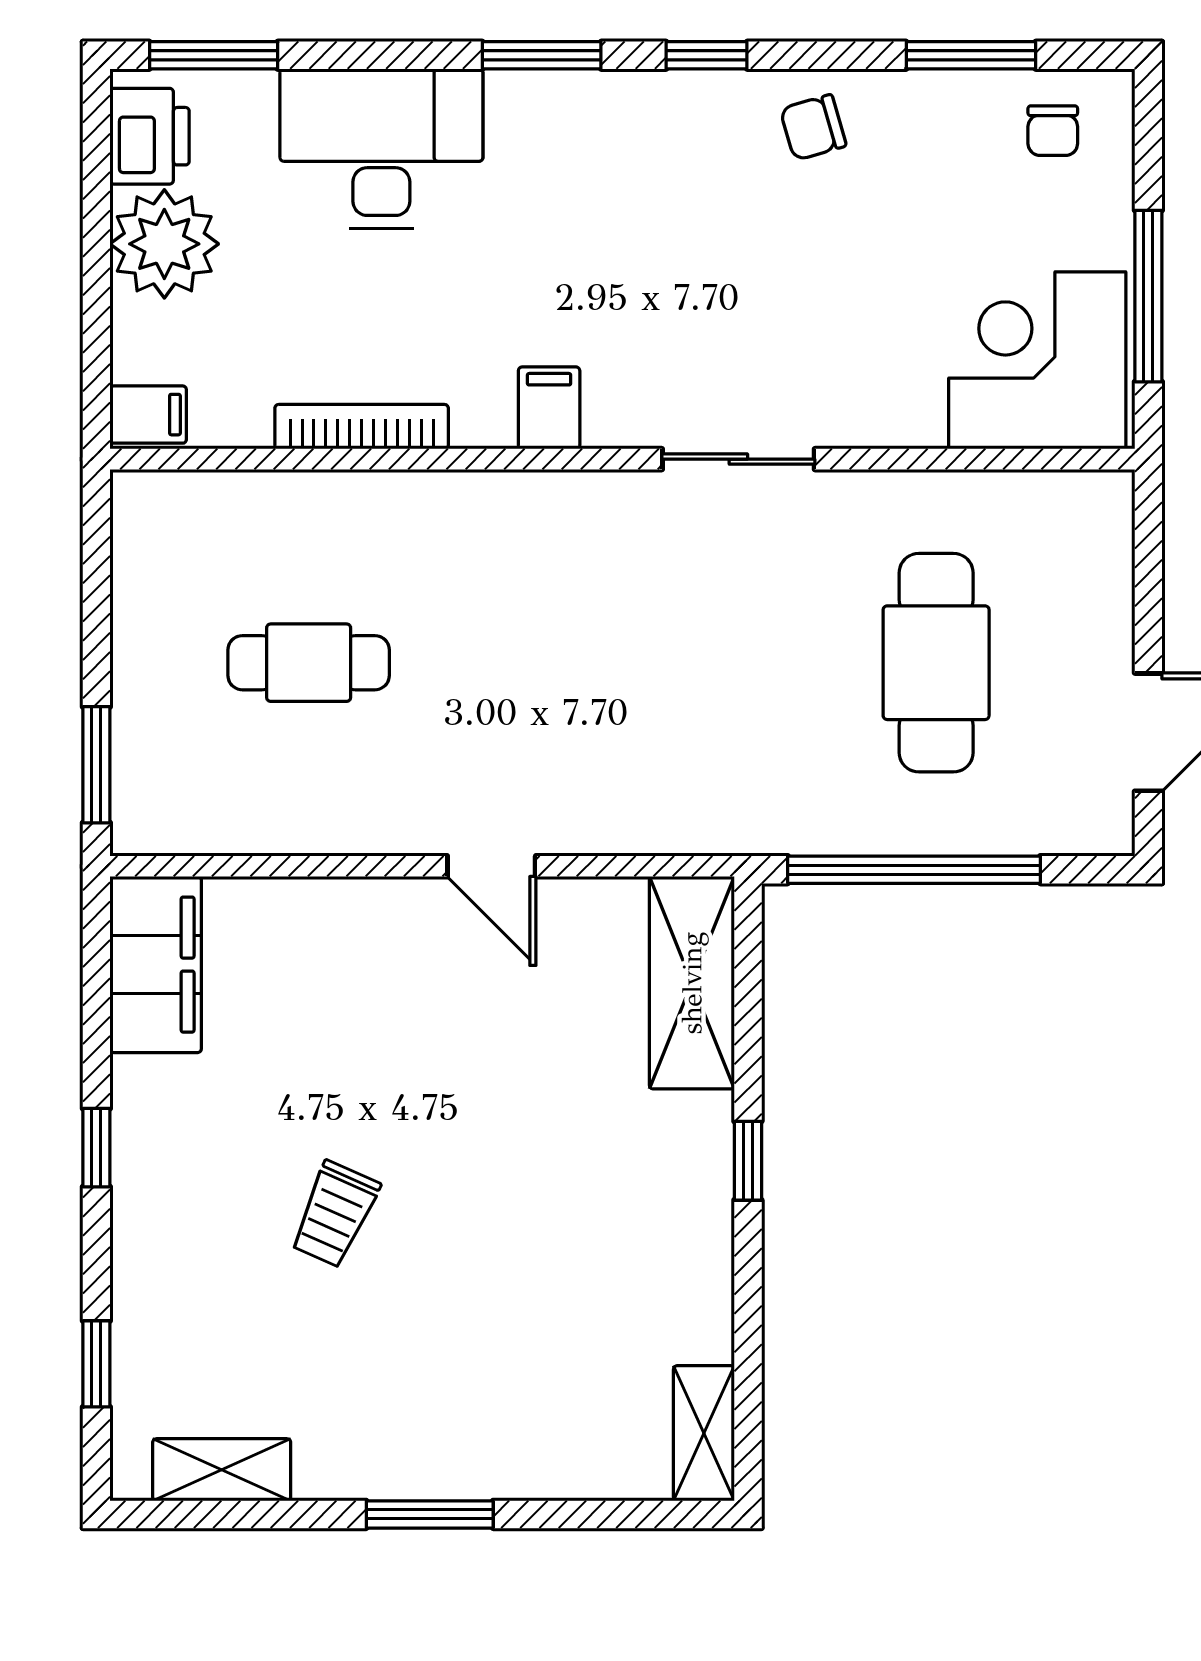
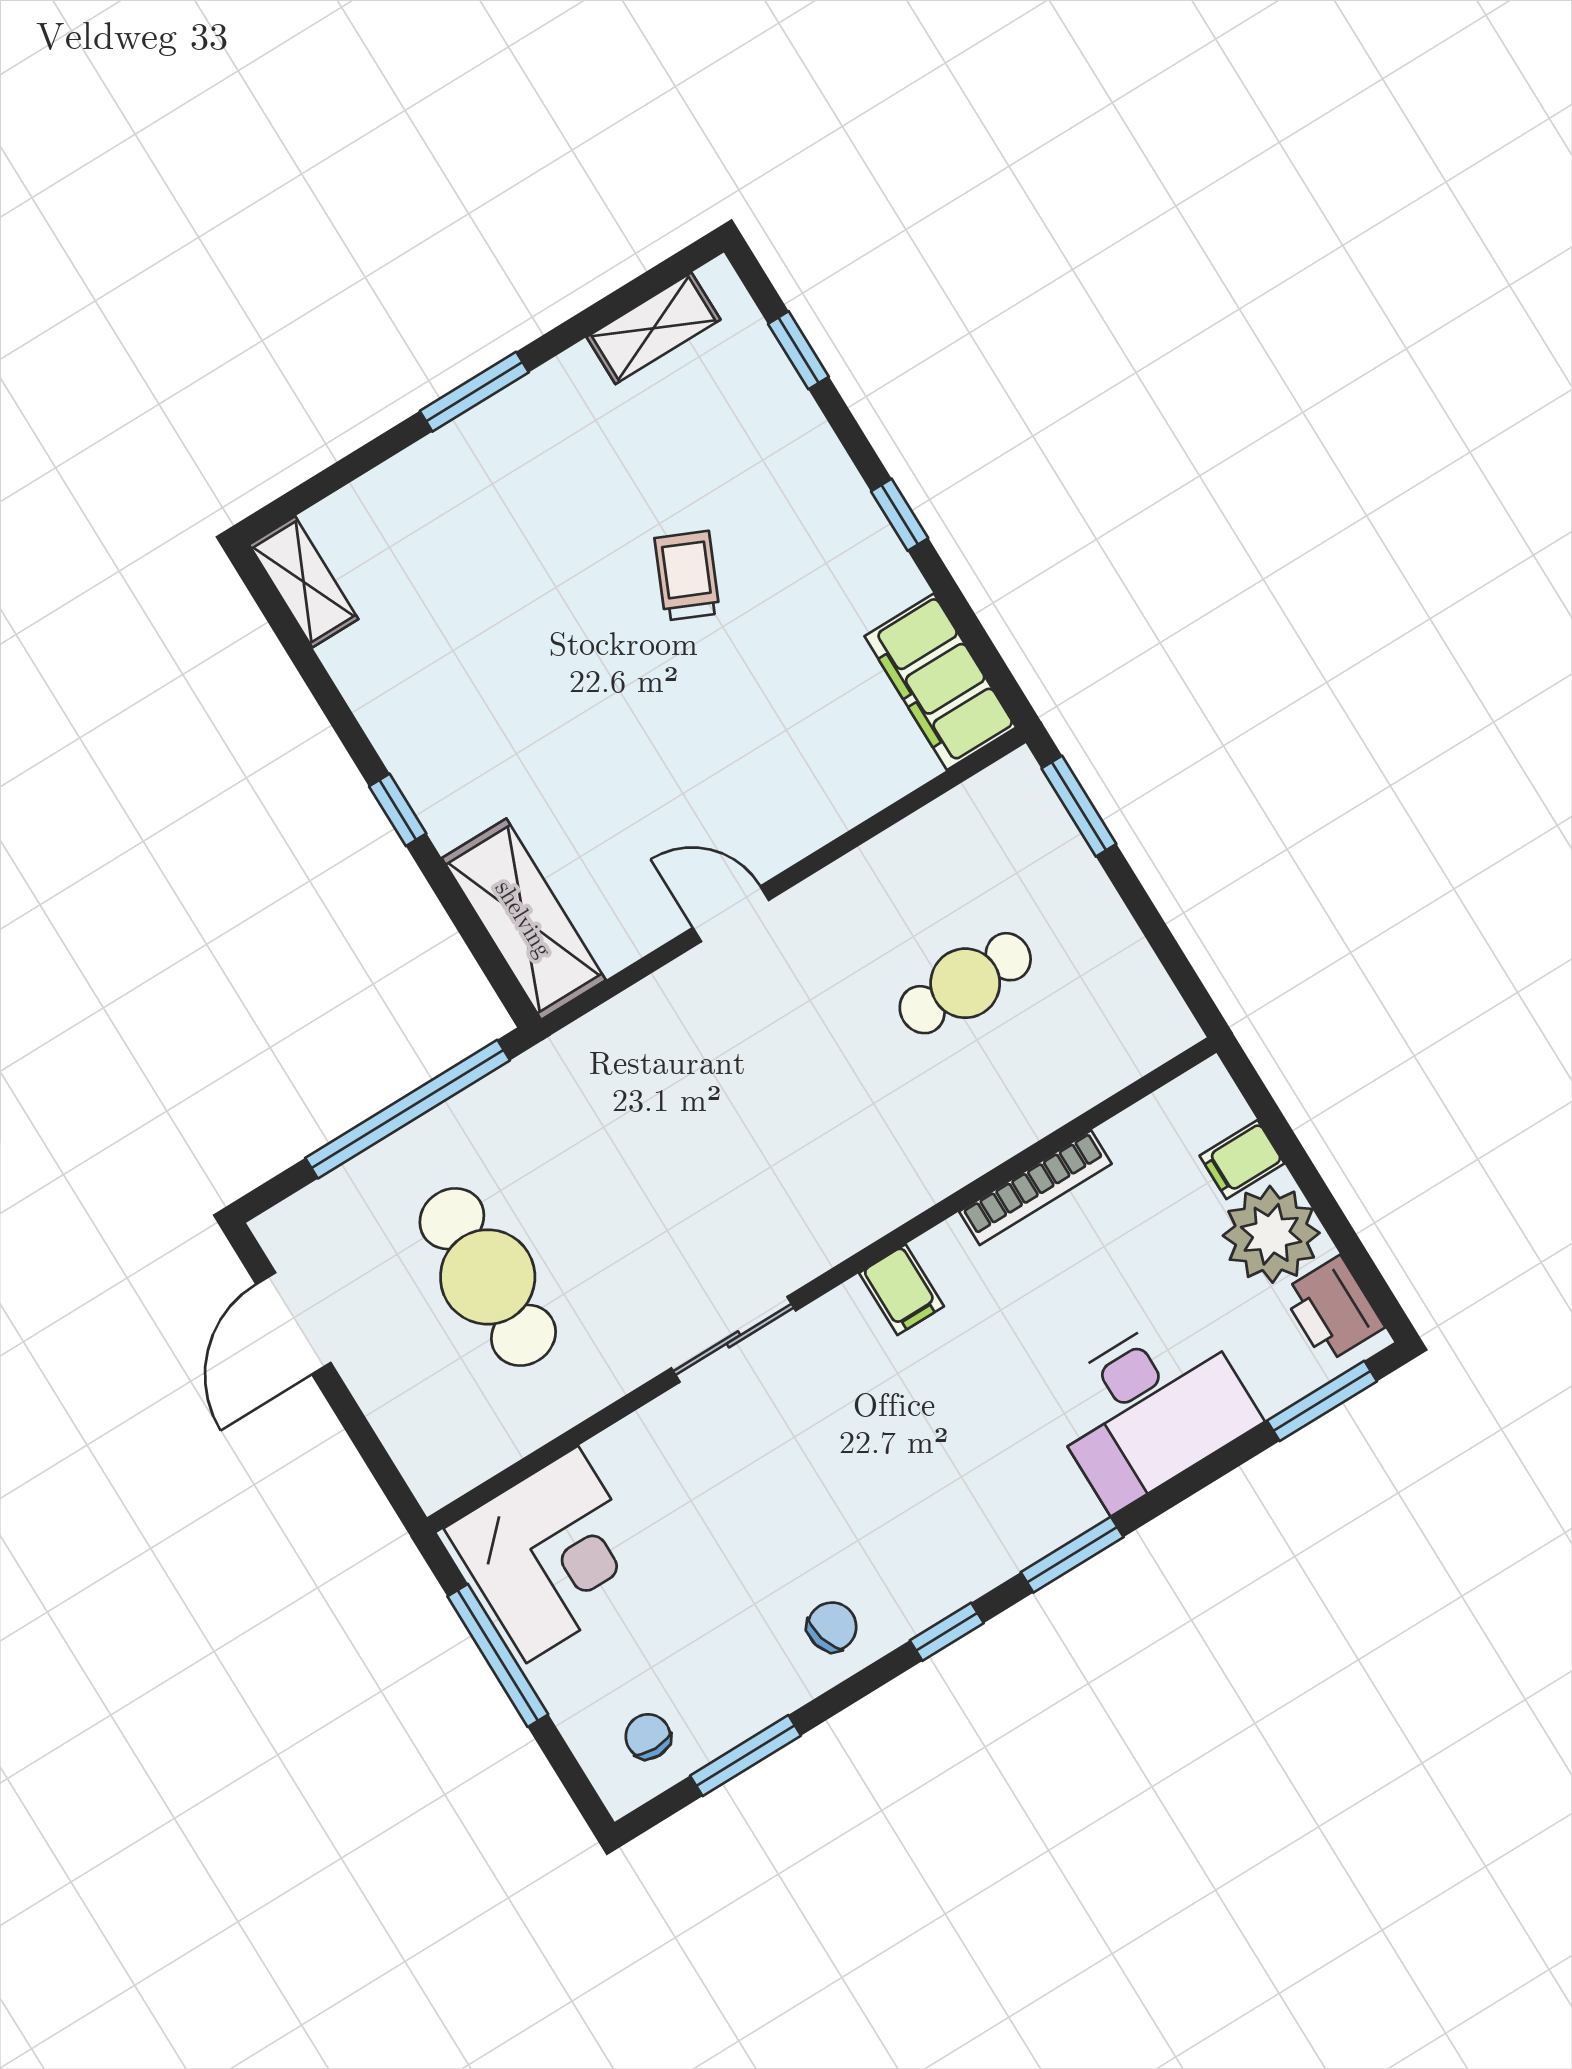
filing cabinet: (148, 415) -> (1242, 1160), moved

